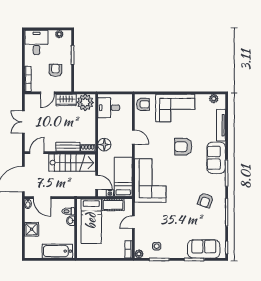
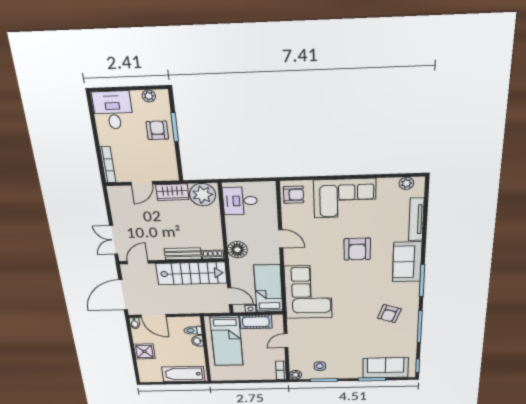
armchair: (55, 70) -> (157, 130), moved
double door: (23, 122) -> (114, 240), moved
armchair: (183, 147) -> (357, 249), turned -90

